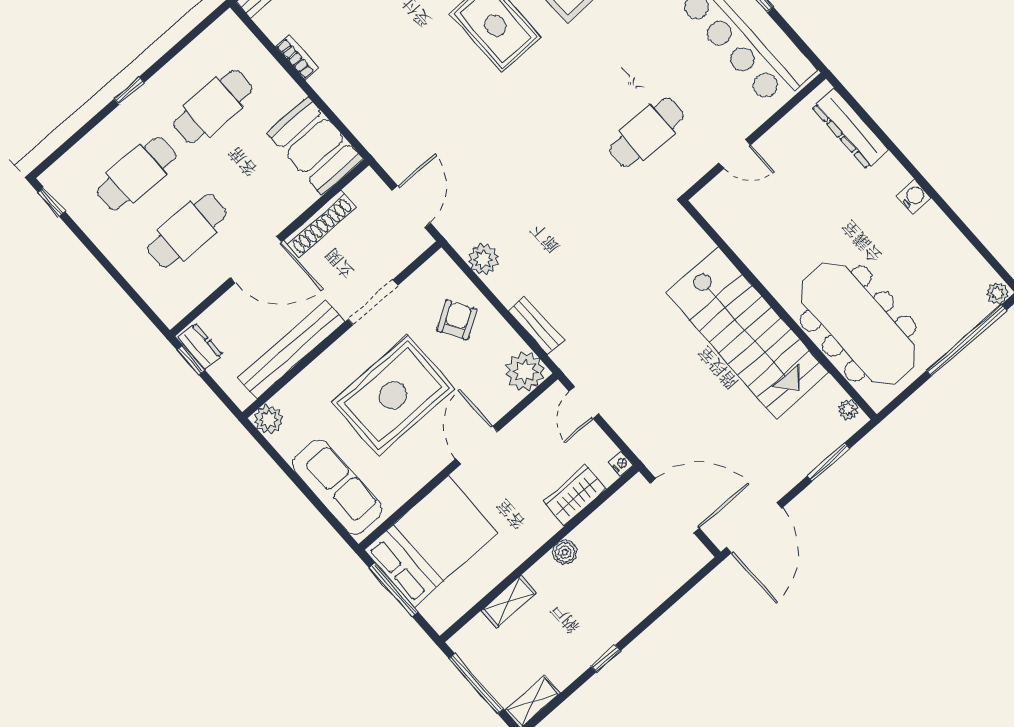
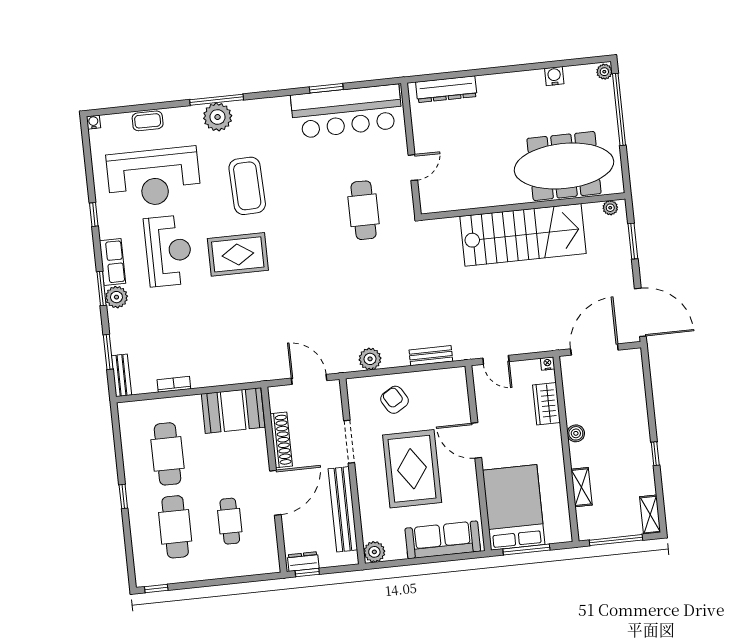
water cooler: (914, 197) -> (554, 76), moved
cafe table: (187, 231) -> (230, 521), width x0.73, depth x0.74
plant: (525, 371) -> (453, 381), removed

